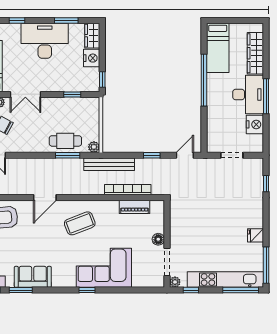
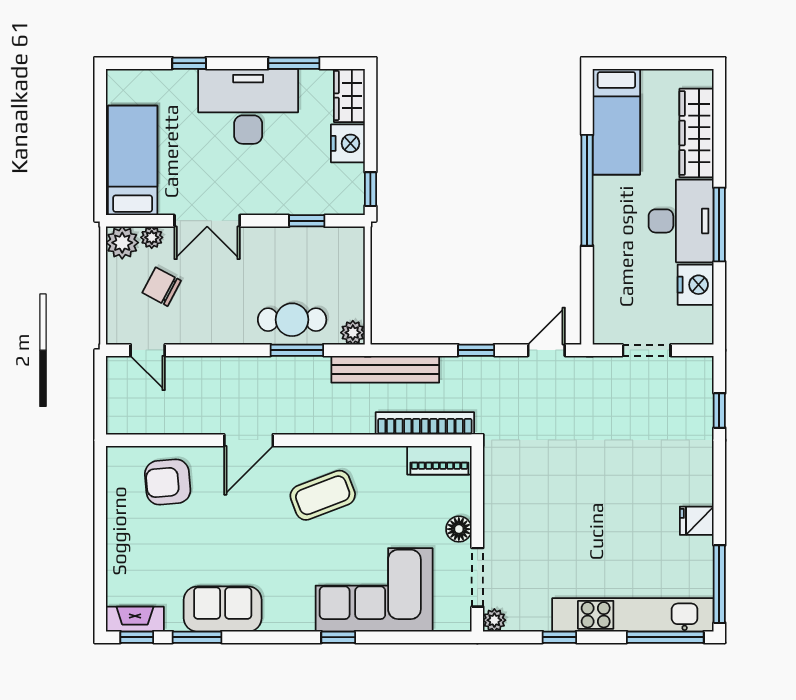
floor lamp: (158, 239) -> (459, 529), moved
wall: (167, 244) -> (477, 539), moved
doorway: (167, 262) -> (477, 577), moved
plant: (175, 282) -> (494, 620), moved

